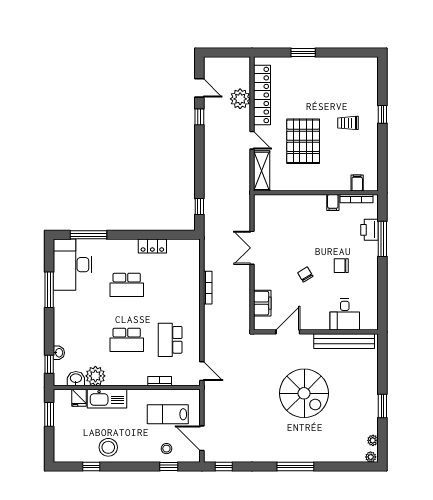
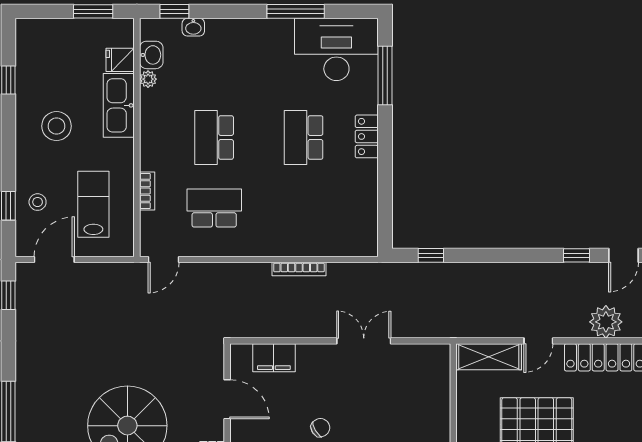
locker: (152, 246) -> (367, 136), moved
plant: (95, 376) -> (148, 79), width x0.53, depth x0.53
stool: (108, 447) -> (57, 126), moved

